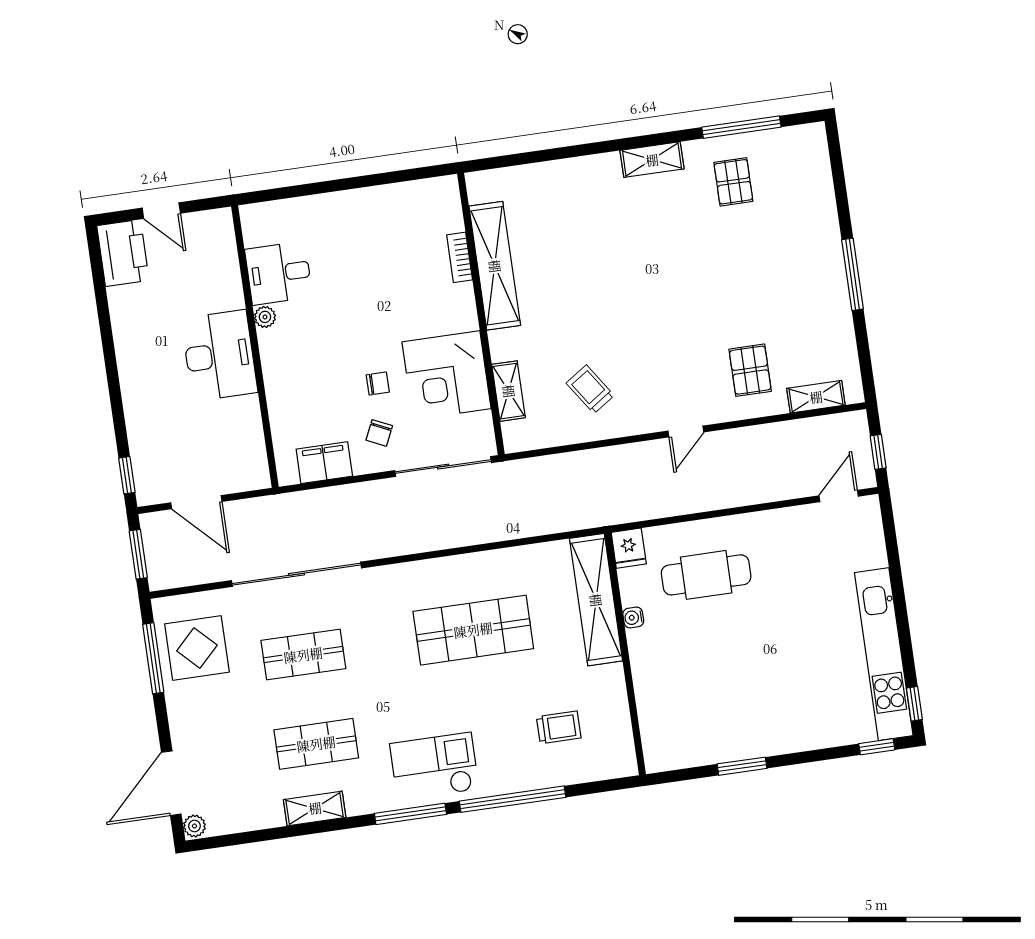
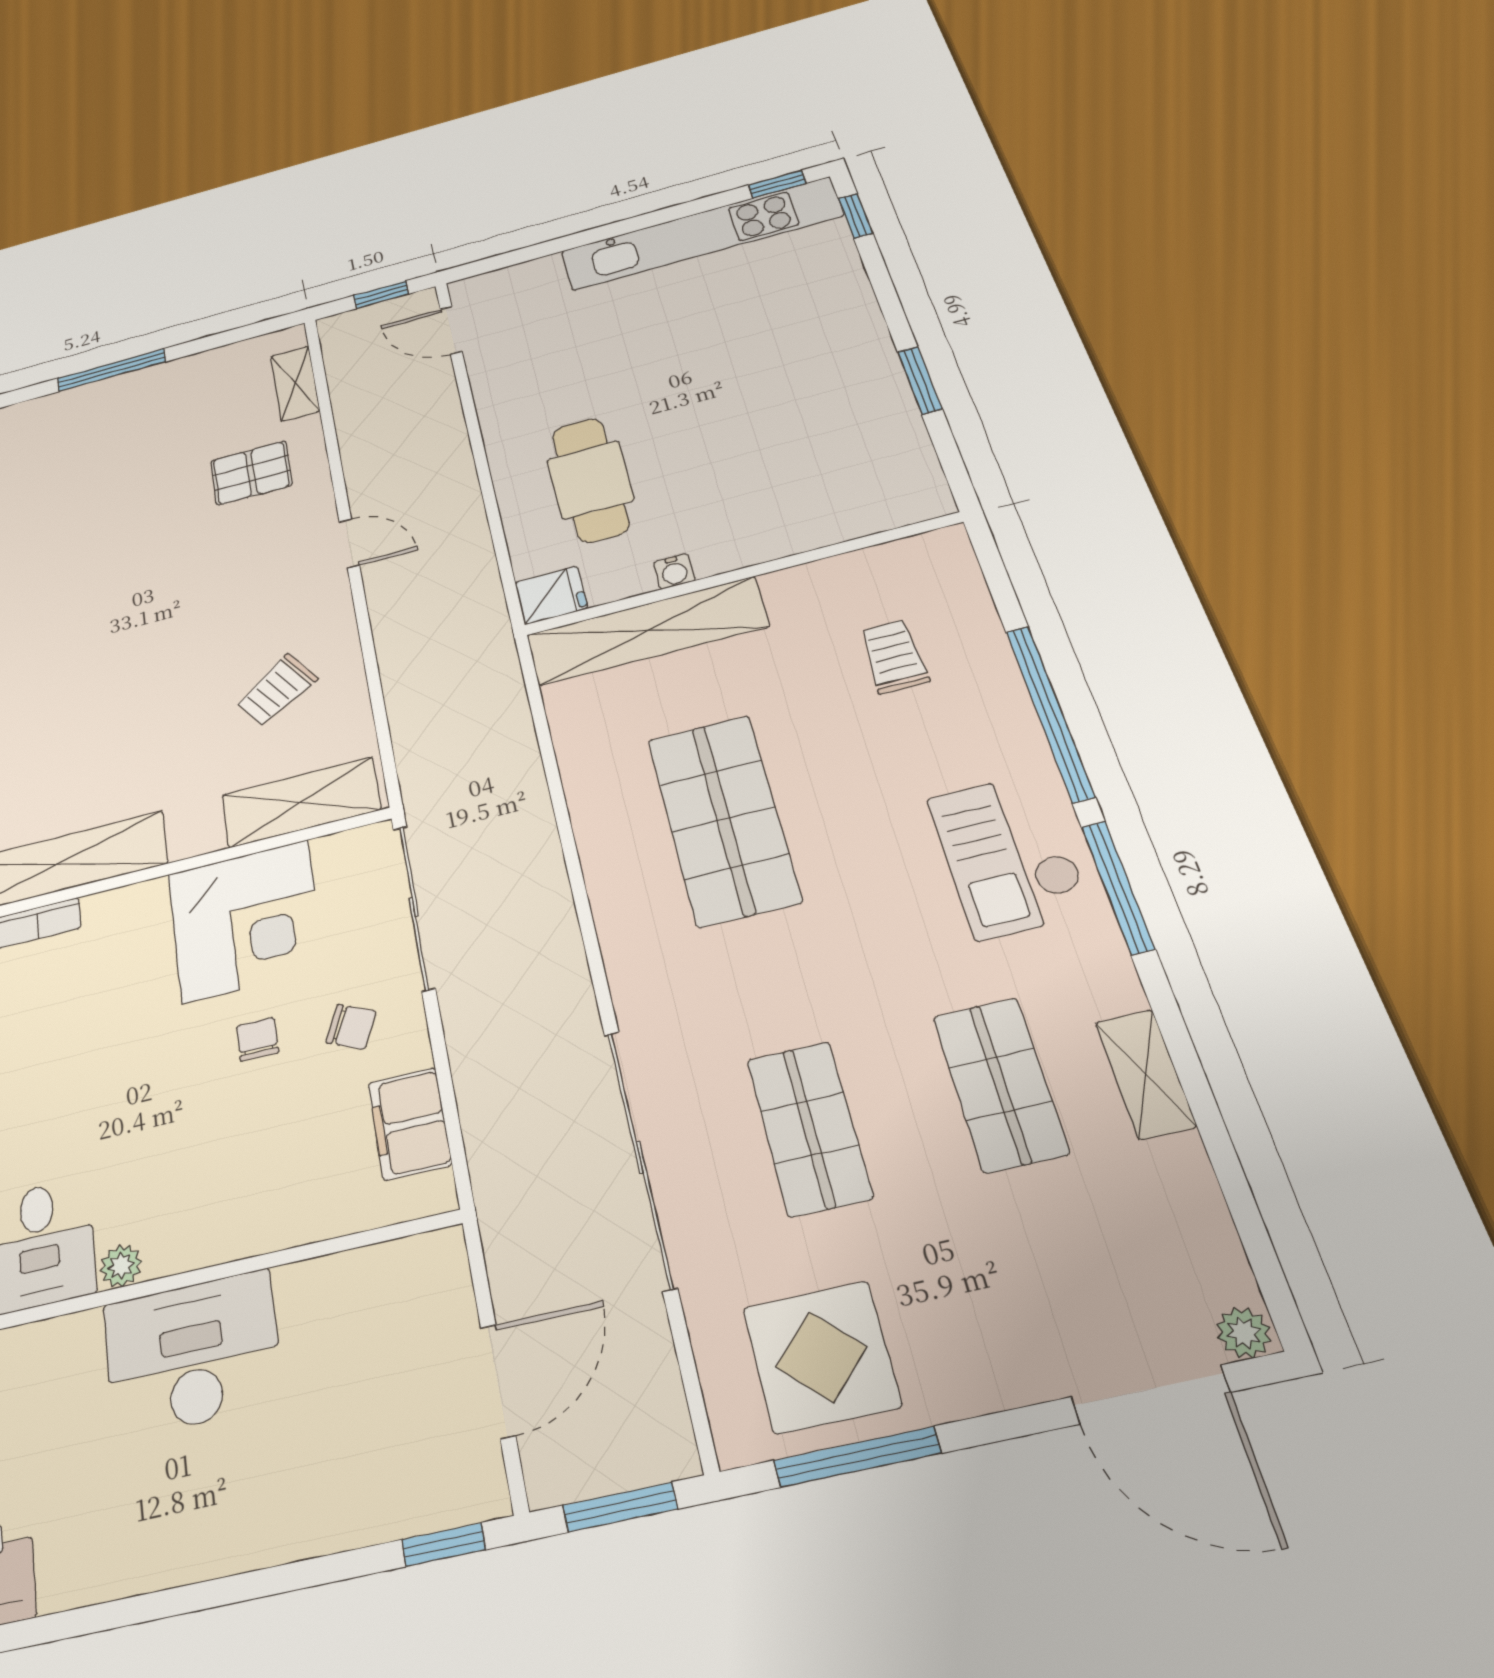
shelving: (509, 391) -> (301, 802), width x1.50, depth x1.33

